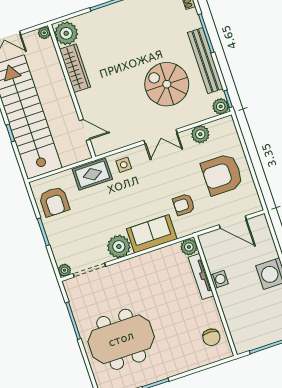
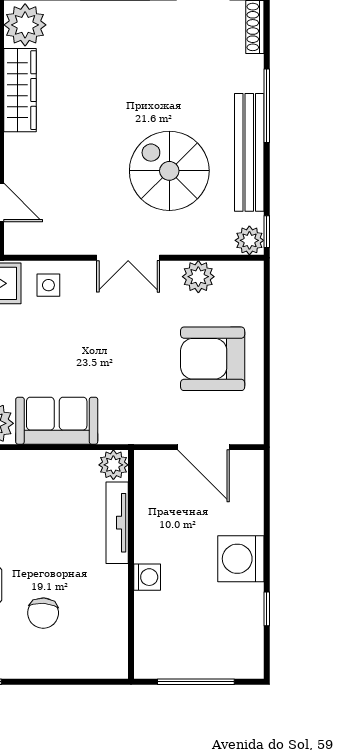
armchair: (184, 205) -> (129, 388), removed
washing machine: (219, 279) -> (147, 577), moved
chair: (211, 337) -> (43, 613), moved

